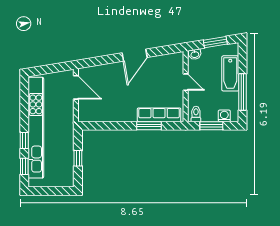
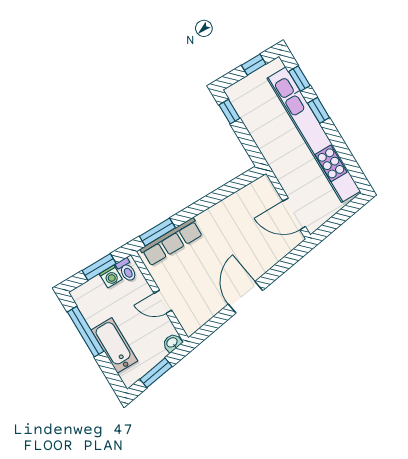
washing machine: (224, 116) -> (111, 276), moved
window: (149, 126) -> (157, 232), moved
window: (78, 158) -> (229, 112), moved
window: (46, 191) -> (254, 65), added

